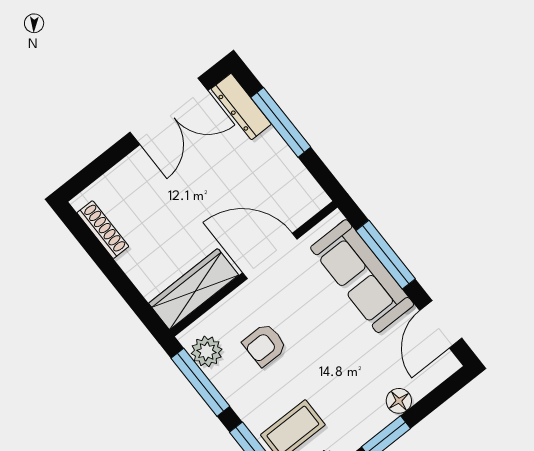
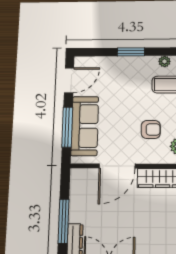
door: (270, 256) -> (117, 166), hinge flipped
floor lamp: (399, 401) -> (113, 63), removed

